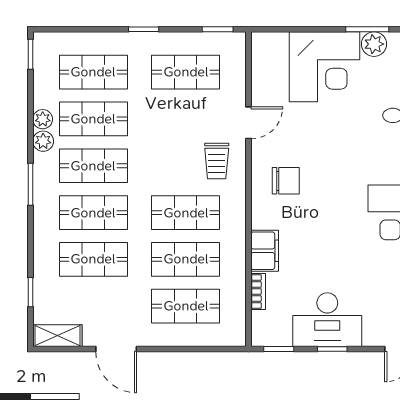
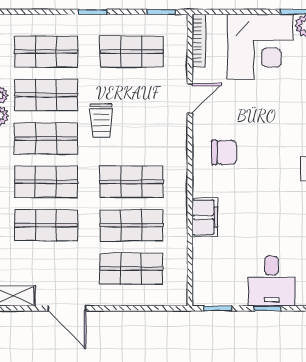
trolley: (217, 161) -> (101, 120), moved
bookcase: (258, 292) -> (199, 40), moved, width x1.56
desk: (327, 320) -> (271, 281), width x0.73

